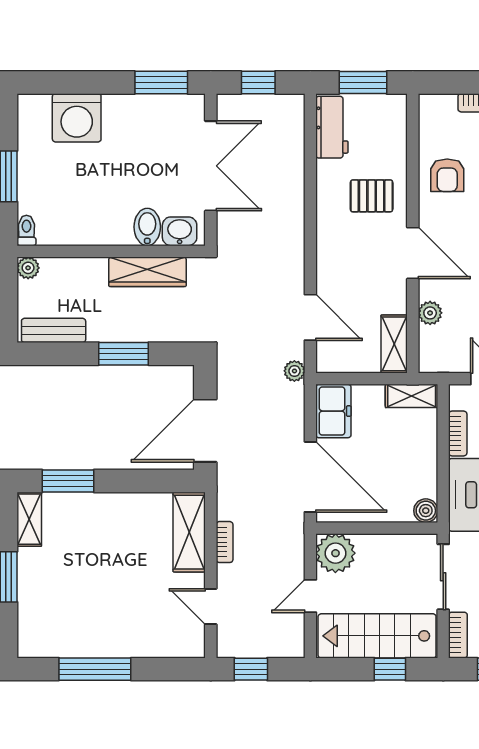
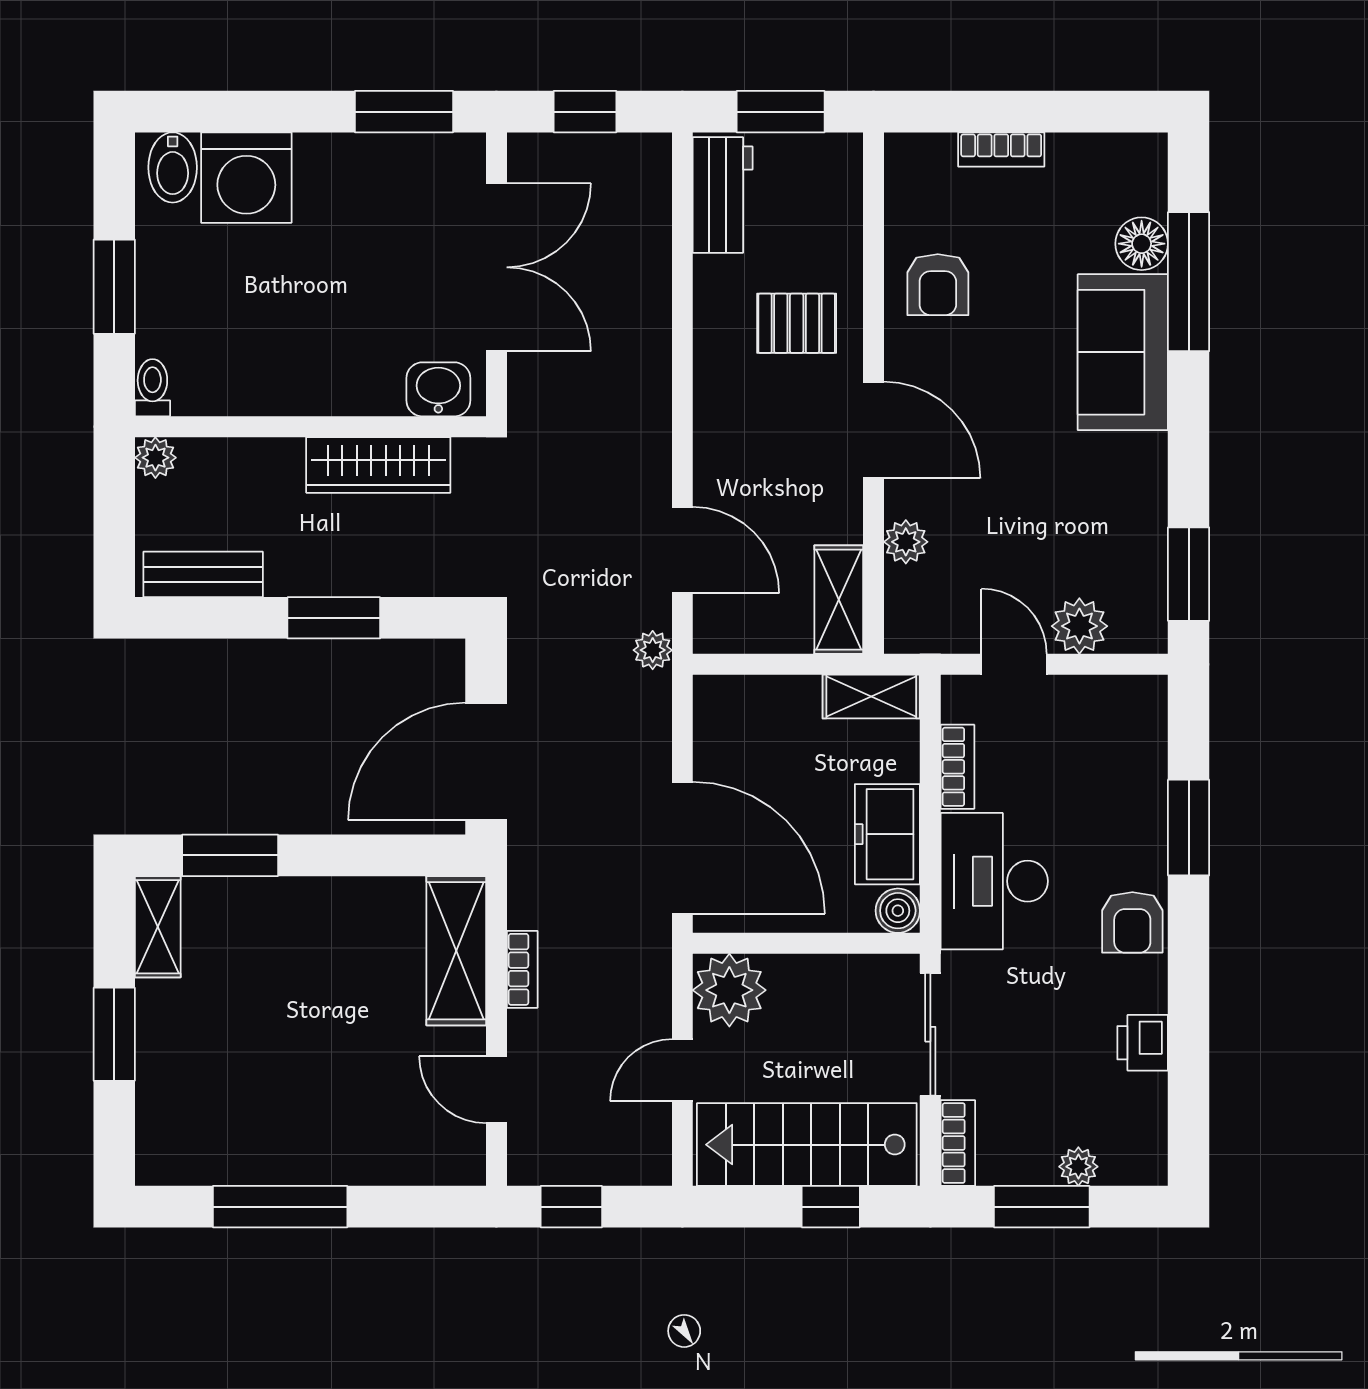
bidet: (147, 227) -> (173, 167), moved, turned 180
freezer: (333, 411) -> (887, 834), moved, turned 180

